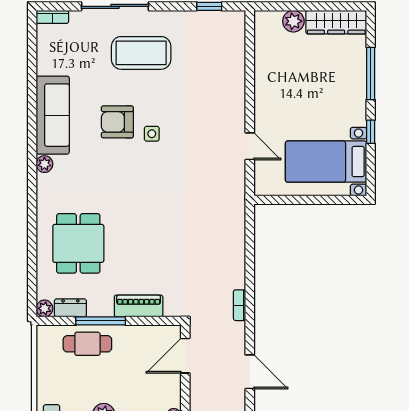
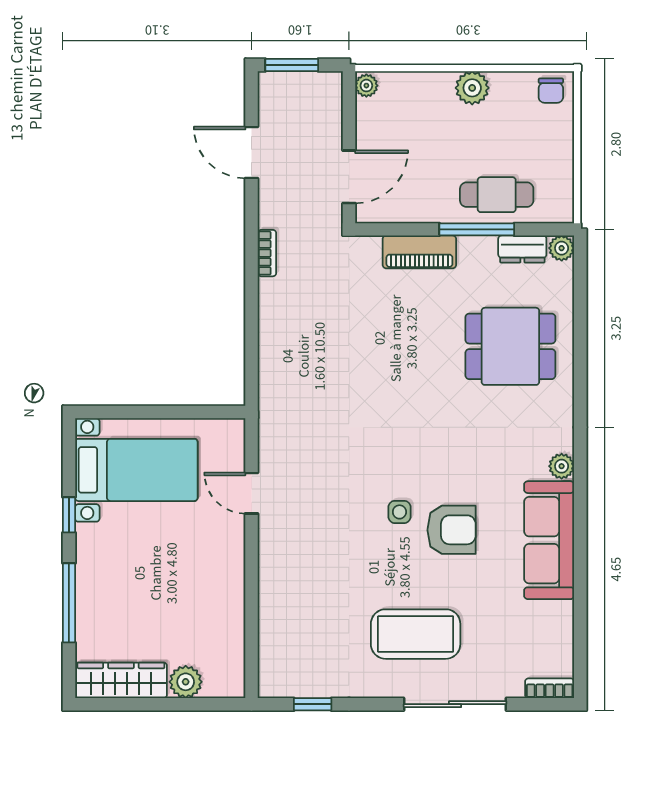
dining table: (78, 243) -> (510, 346), turned 90

